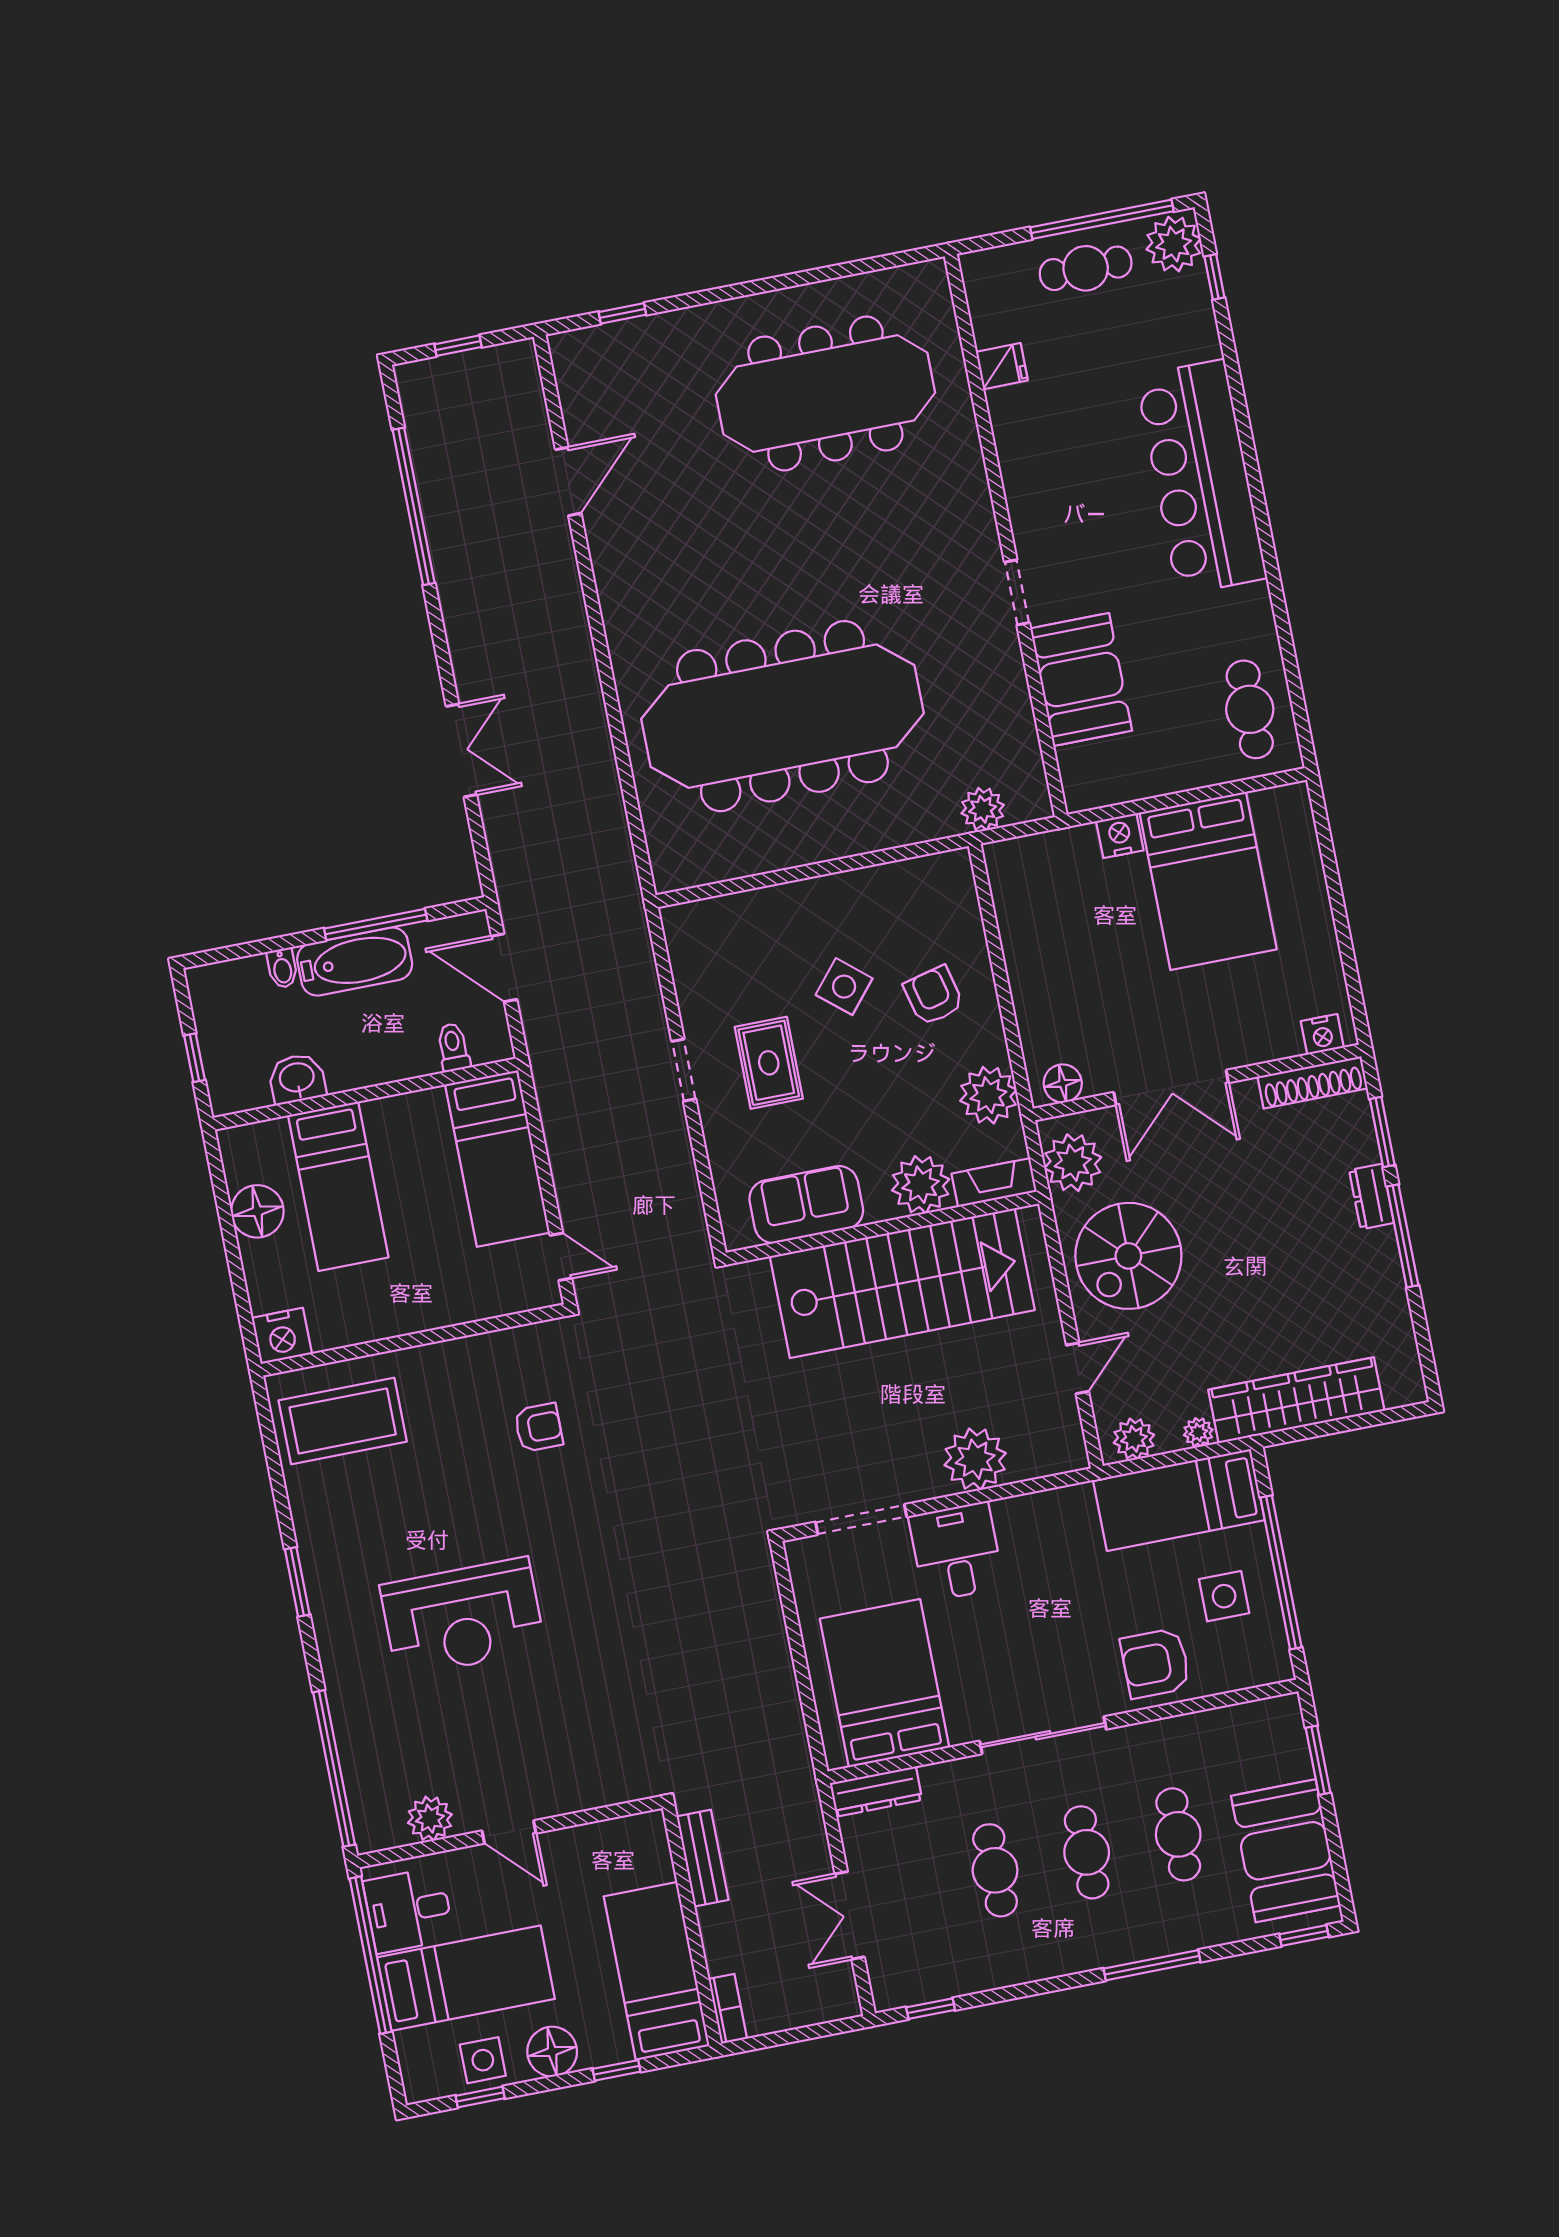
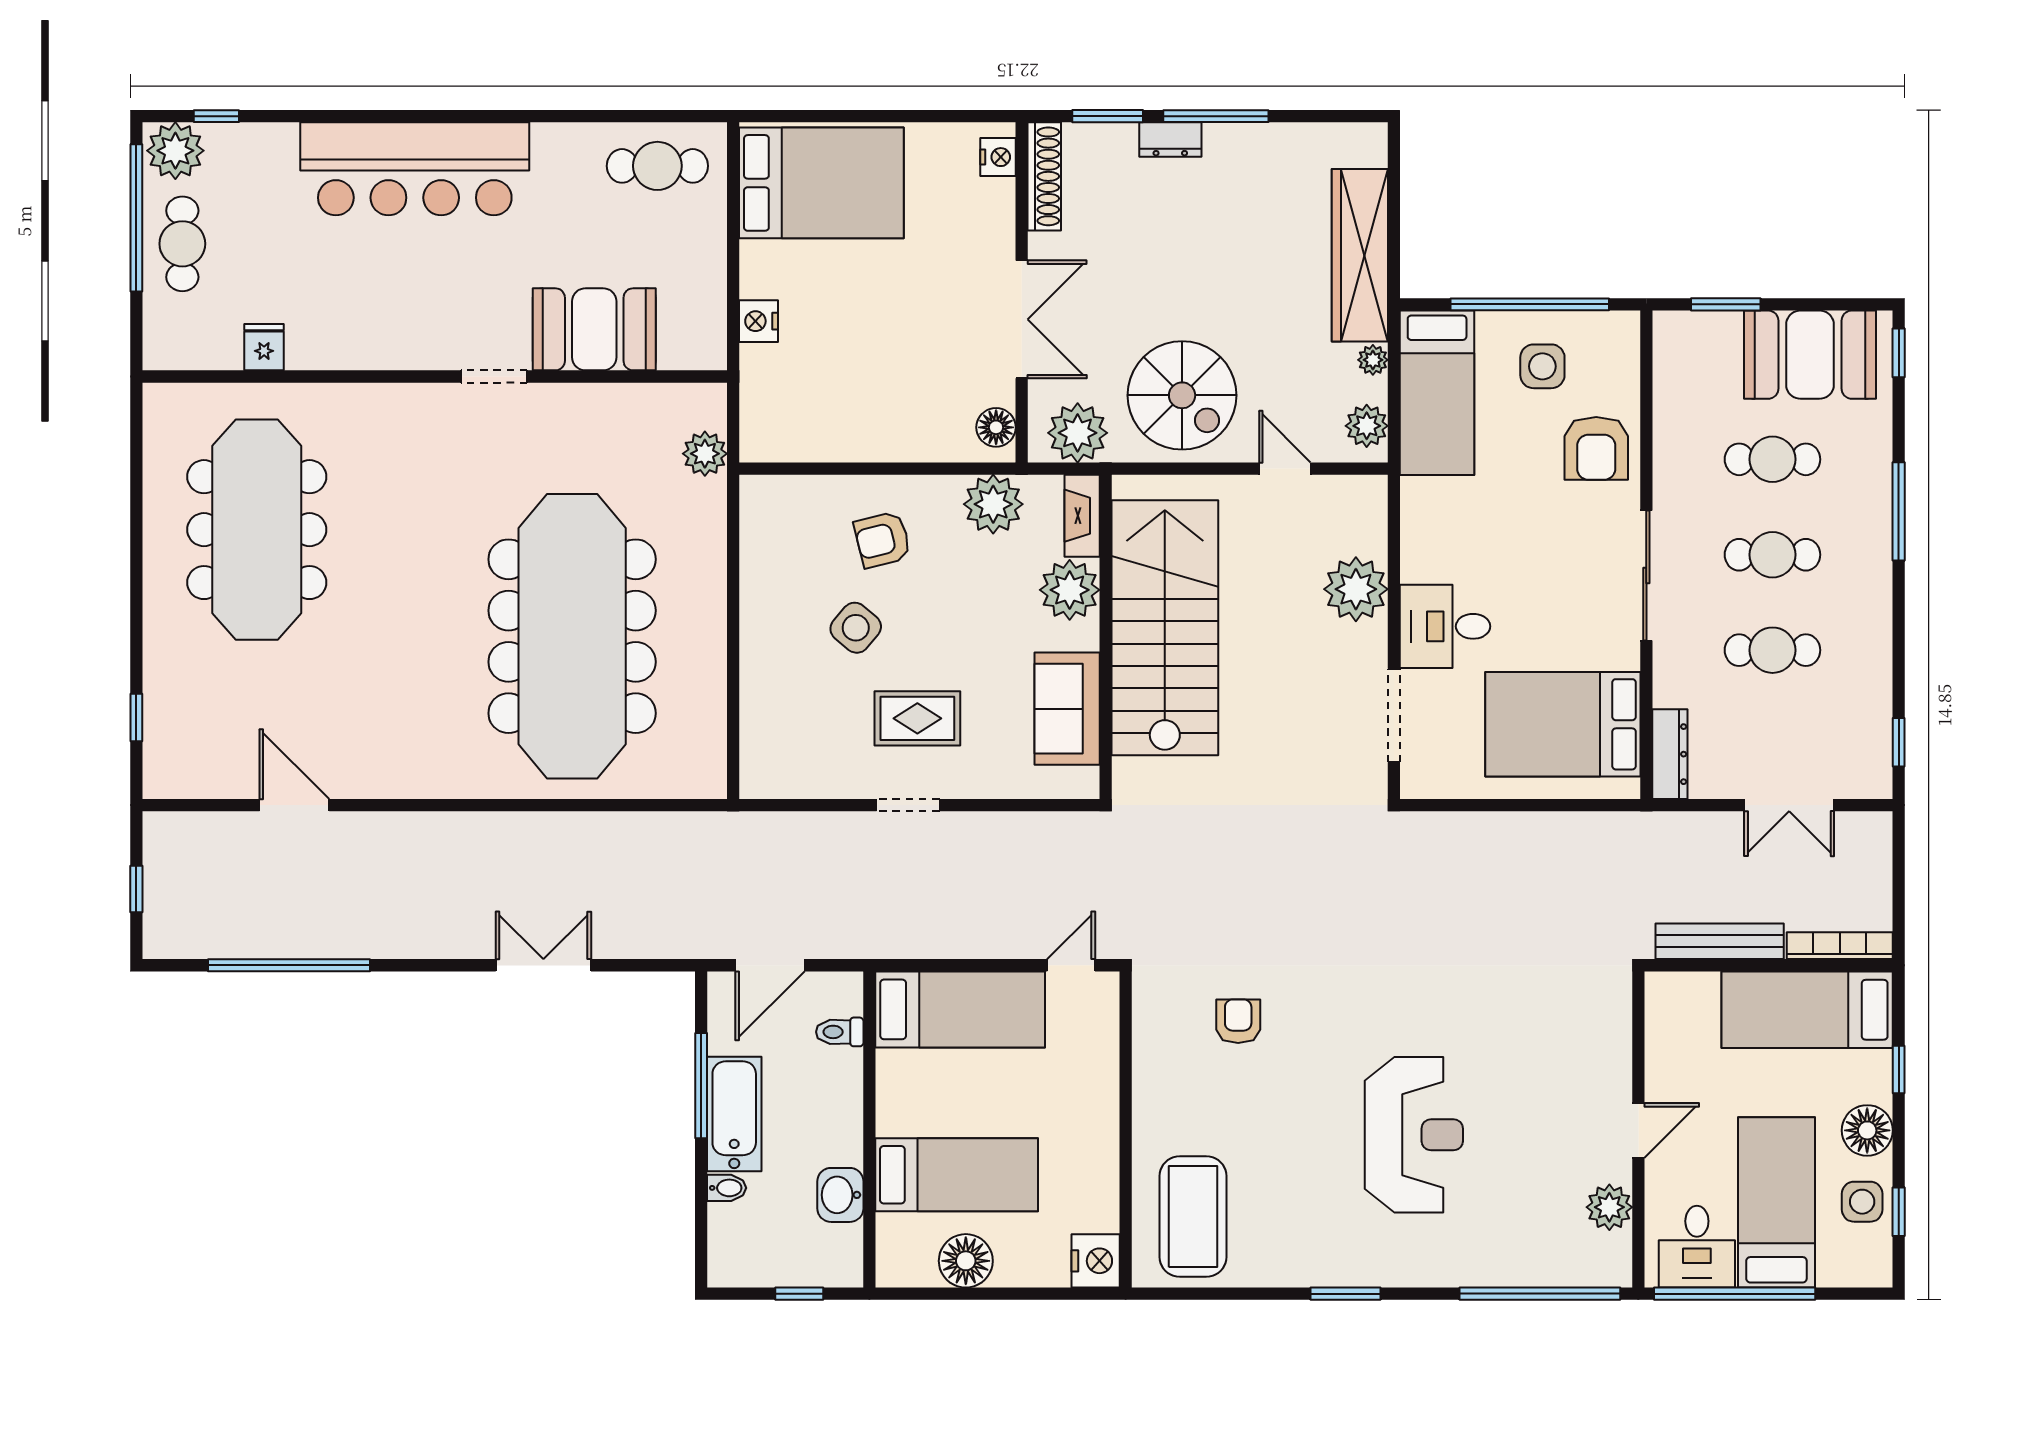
bed: (1208, 881) -> (821, 183), moved
bench: (703, 1858) -> (1720, 941), width x1.36
bookcase: (728, 2009) -> (1840, 946), width x1.56

